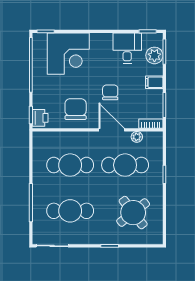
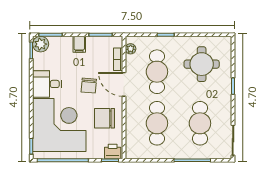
desk: (127, 48) -> (47, 84), moved
corner desk: (68, 54) -> (59, 125), width x1.36, depth x1.36
plant: (154, 55) -> (41, 44), moved
chair: (110, 92) -> (89, 86), turned -85
bookcase: (151, 124) -> (118, 59), moved
door: (112, 130) -> (124, 84), hinge flipped
plant: (137, 137) -> (131, 49), moved
round table: (133, 213) -> (202, 64), turned 38

